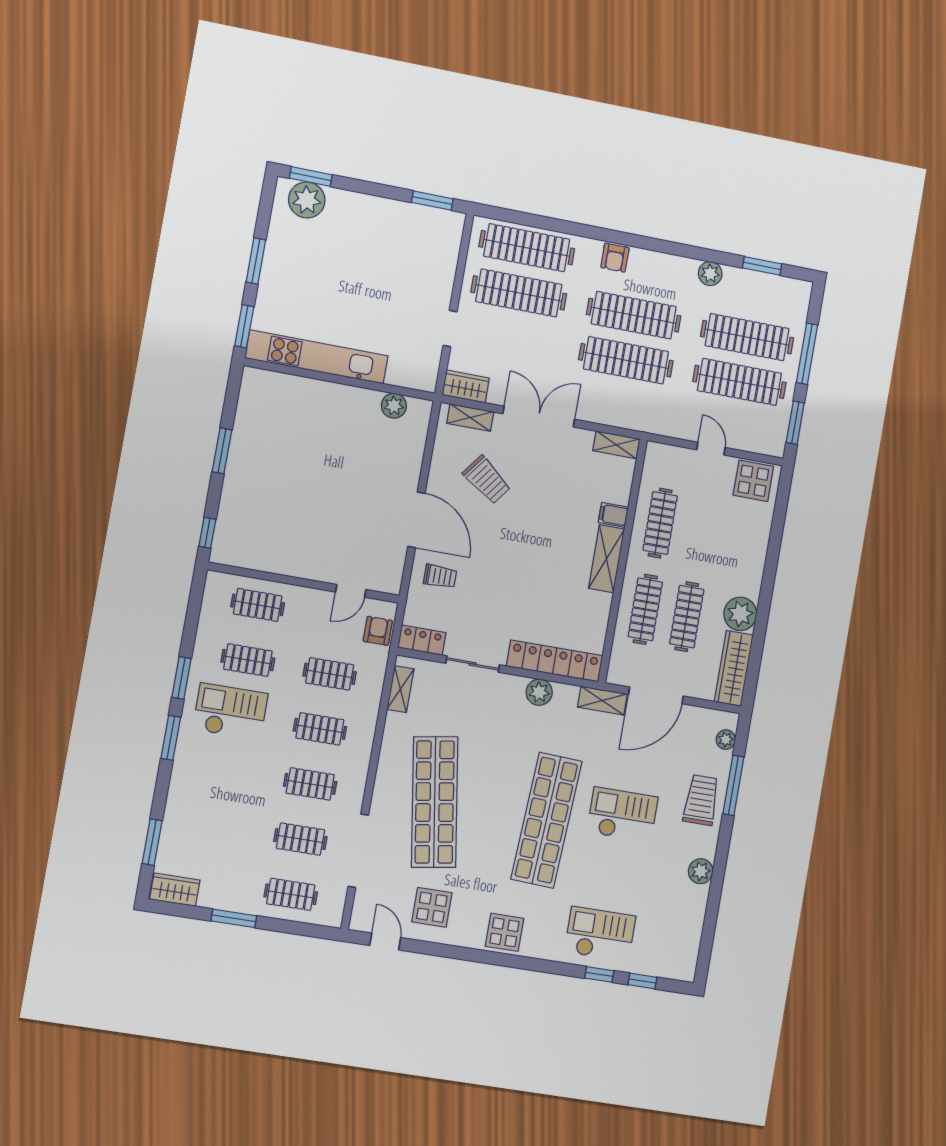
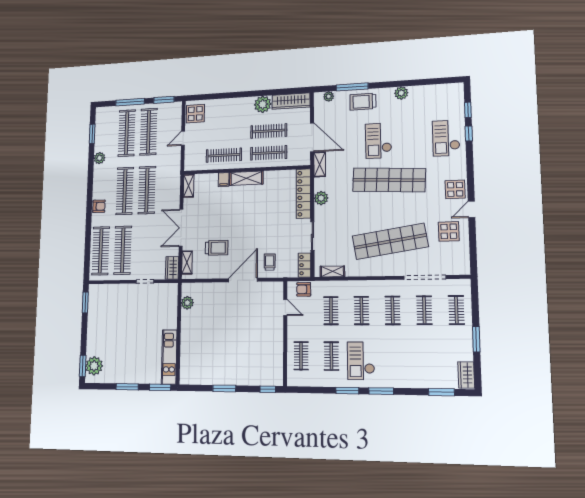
kitchen unit: (317, 357) -> (169, 357), width x0.73
trolley: (487, 480) -> (217, 248), turned 53
door: (385, 942) -> (472, 209), moved

